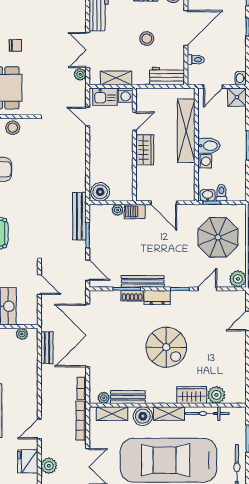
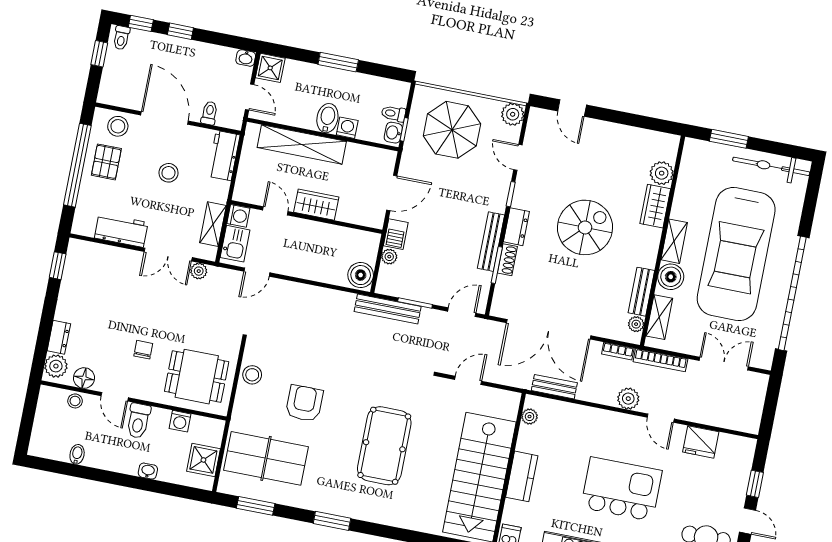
bicycle: (207, 414) -> (684, 190), removed
plant: (49, 466) -> (628, 399), moved

